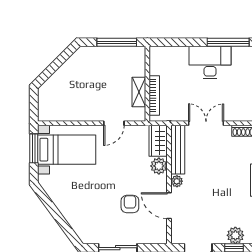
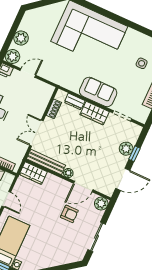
plant: (159, 166) -> (101, 204), moved
armchair: (130, 204) -> (69, 214), turned 180

